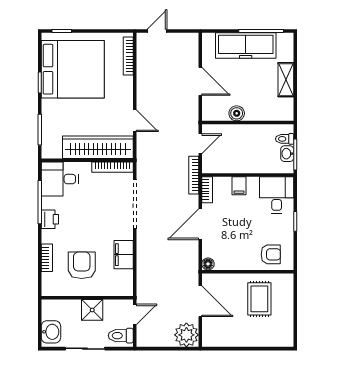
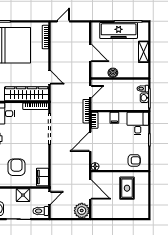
filing cabinet: (124, 255) -> (43, 177), moved

